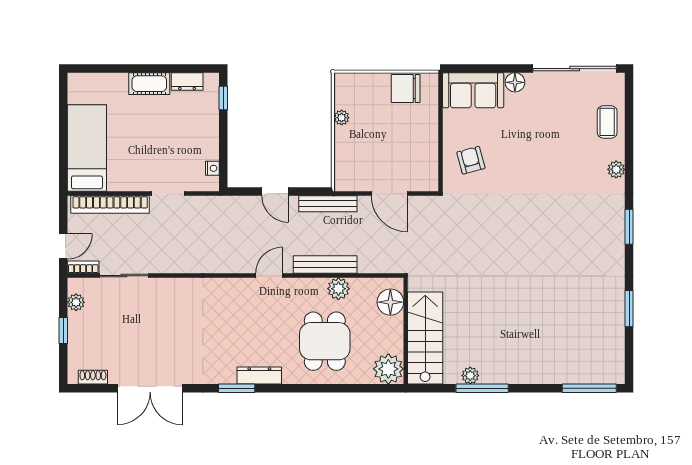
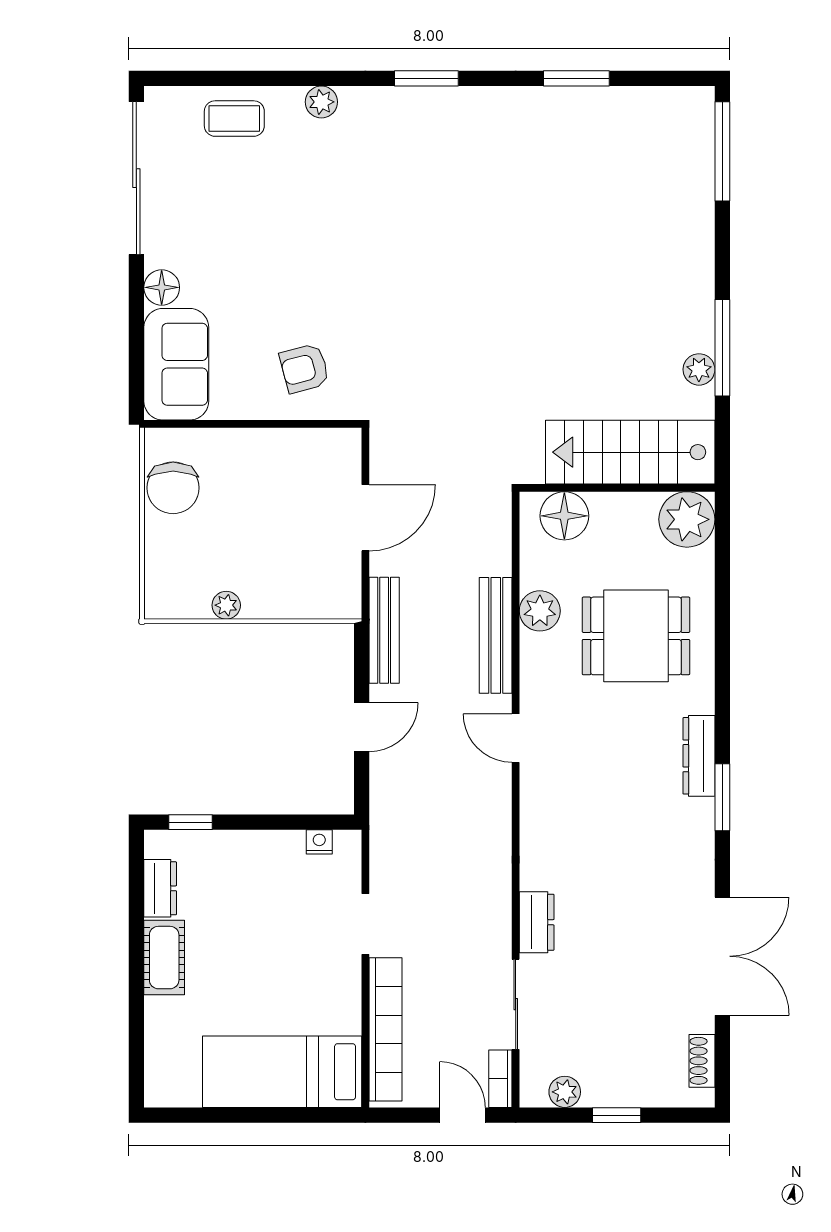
dresser: (169, 287) -> (537, 922), added

